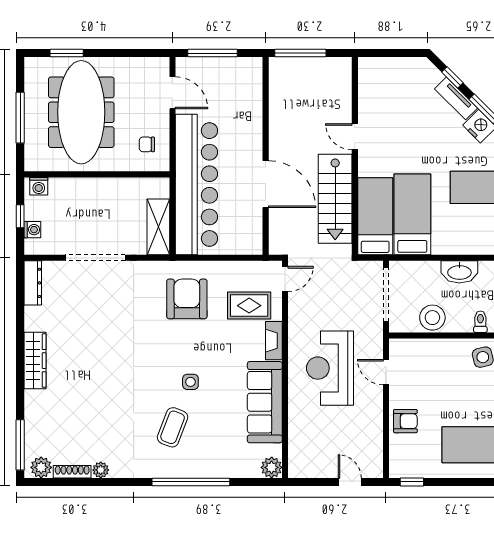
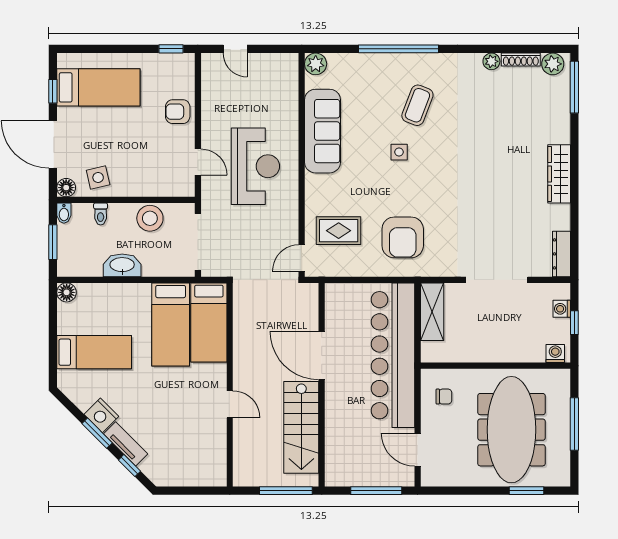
stairs: (335, 199) -> (301, 427), moved, turned 180
fireplace: (274, 341) -> (313, 194), removed

